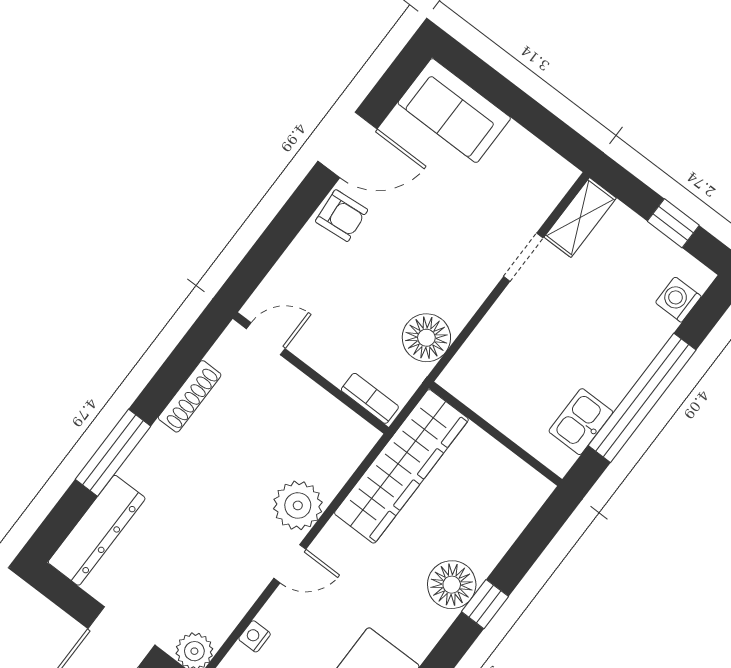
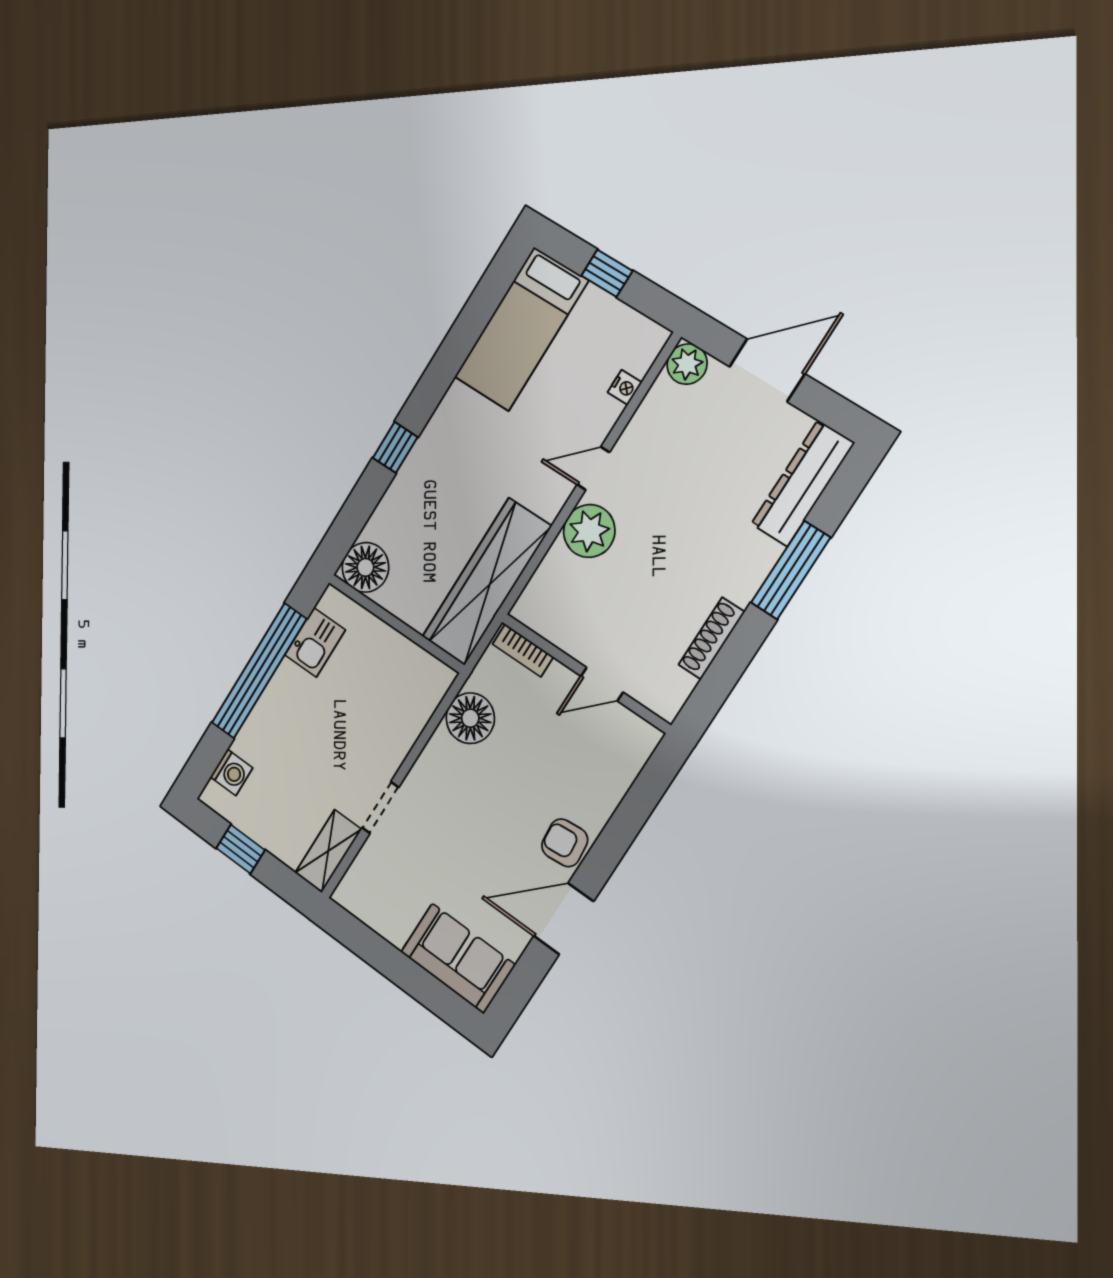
door: (266, 339) -> (602, 684), moved
floor lamp: (452, 585) -> (365, 567), moved

